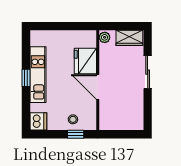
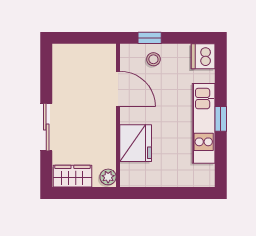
door: (98, 87) -> (118, 89), moved

